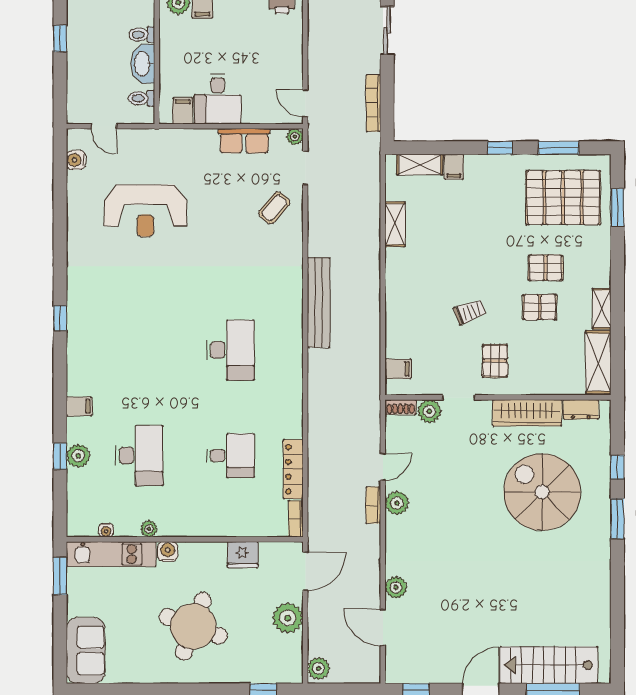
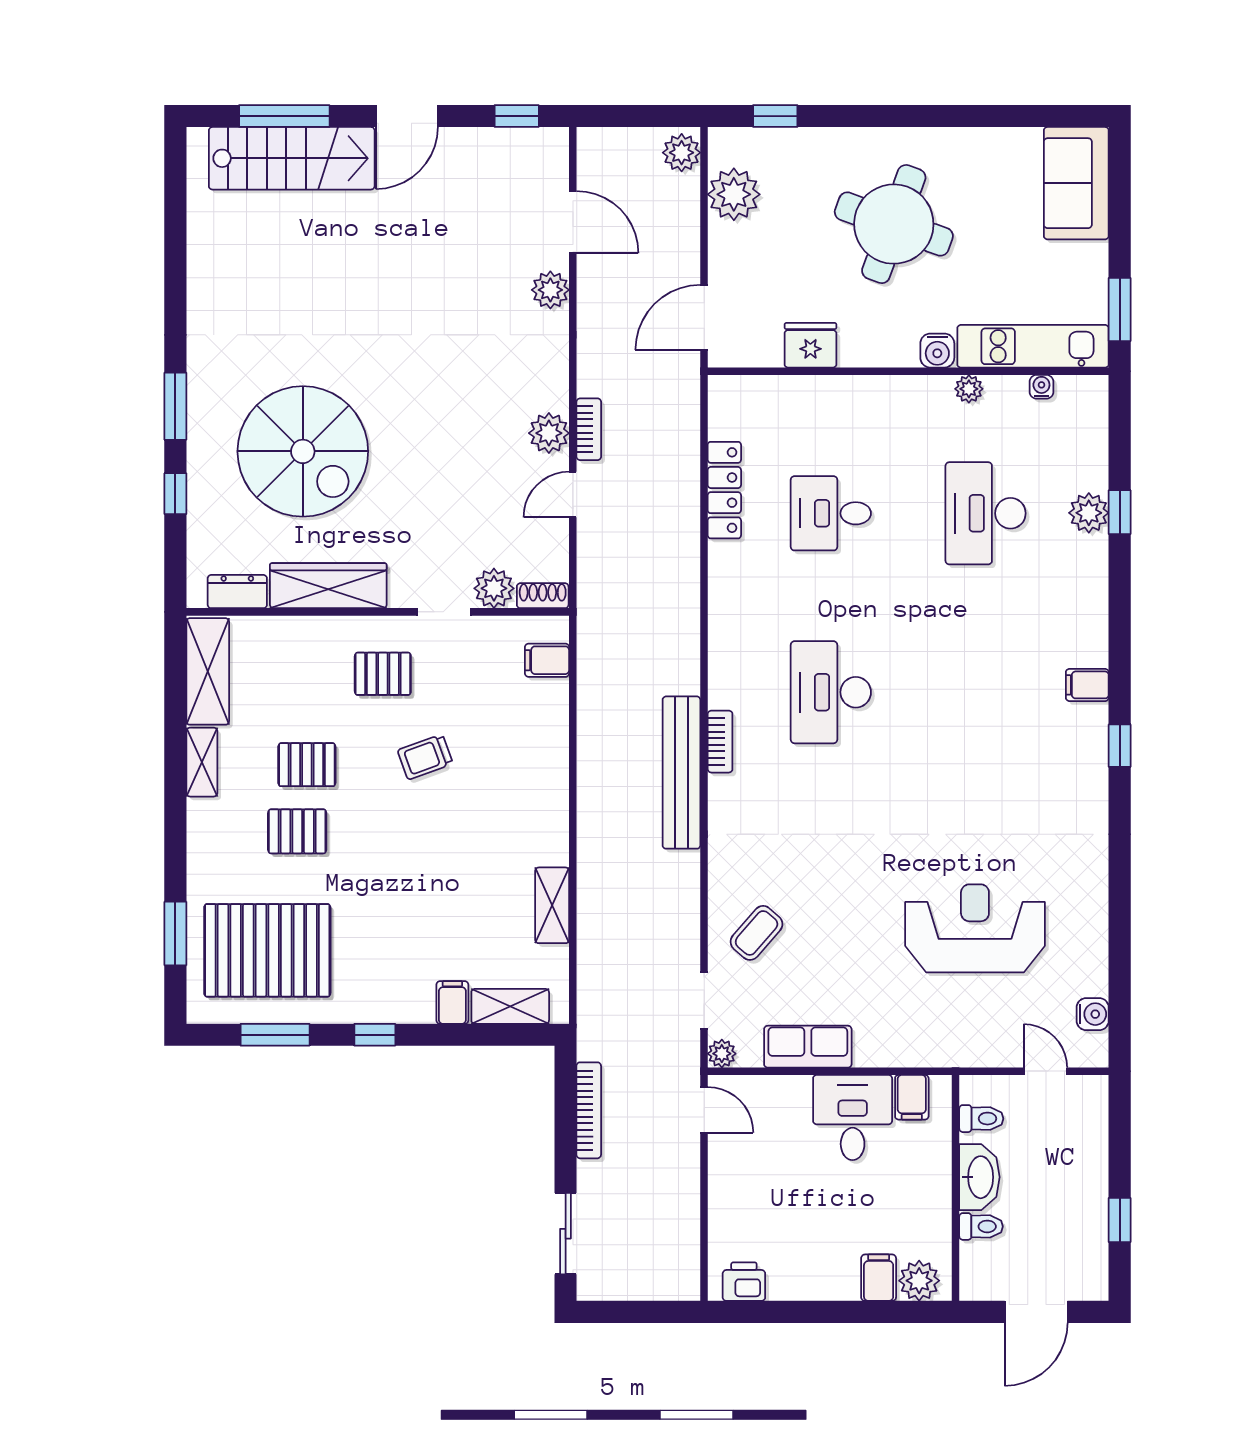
pallet: (495, 361) -> (383, 674), turned 90
filing cabinet: (79, 406) -> (1087, 685), moved
bookcase: (296, 519) -> (720, 742), moved
plant: (288, 618) -> (734, 194), moved

